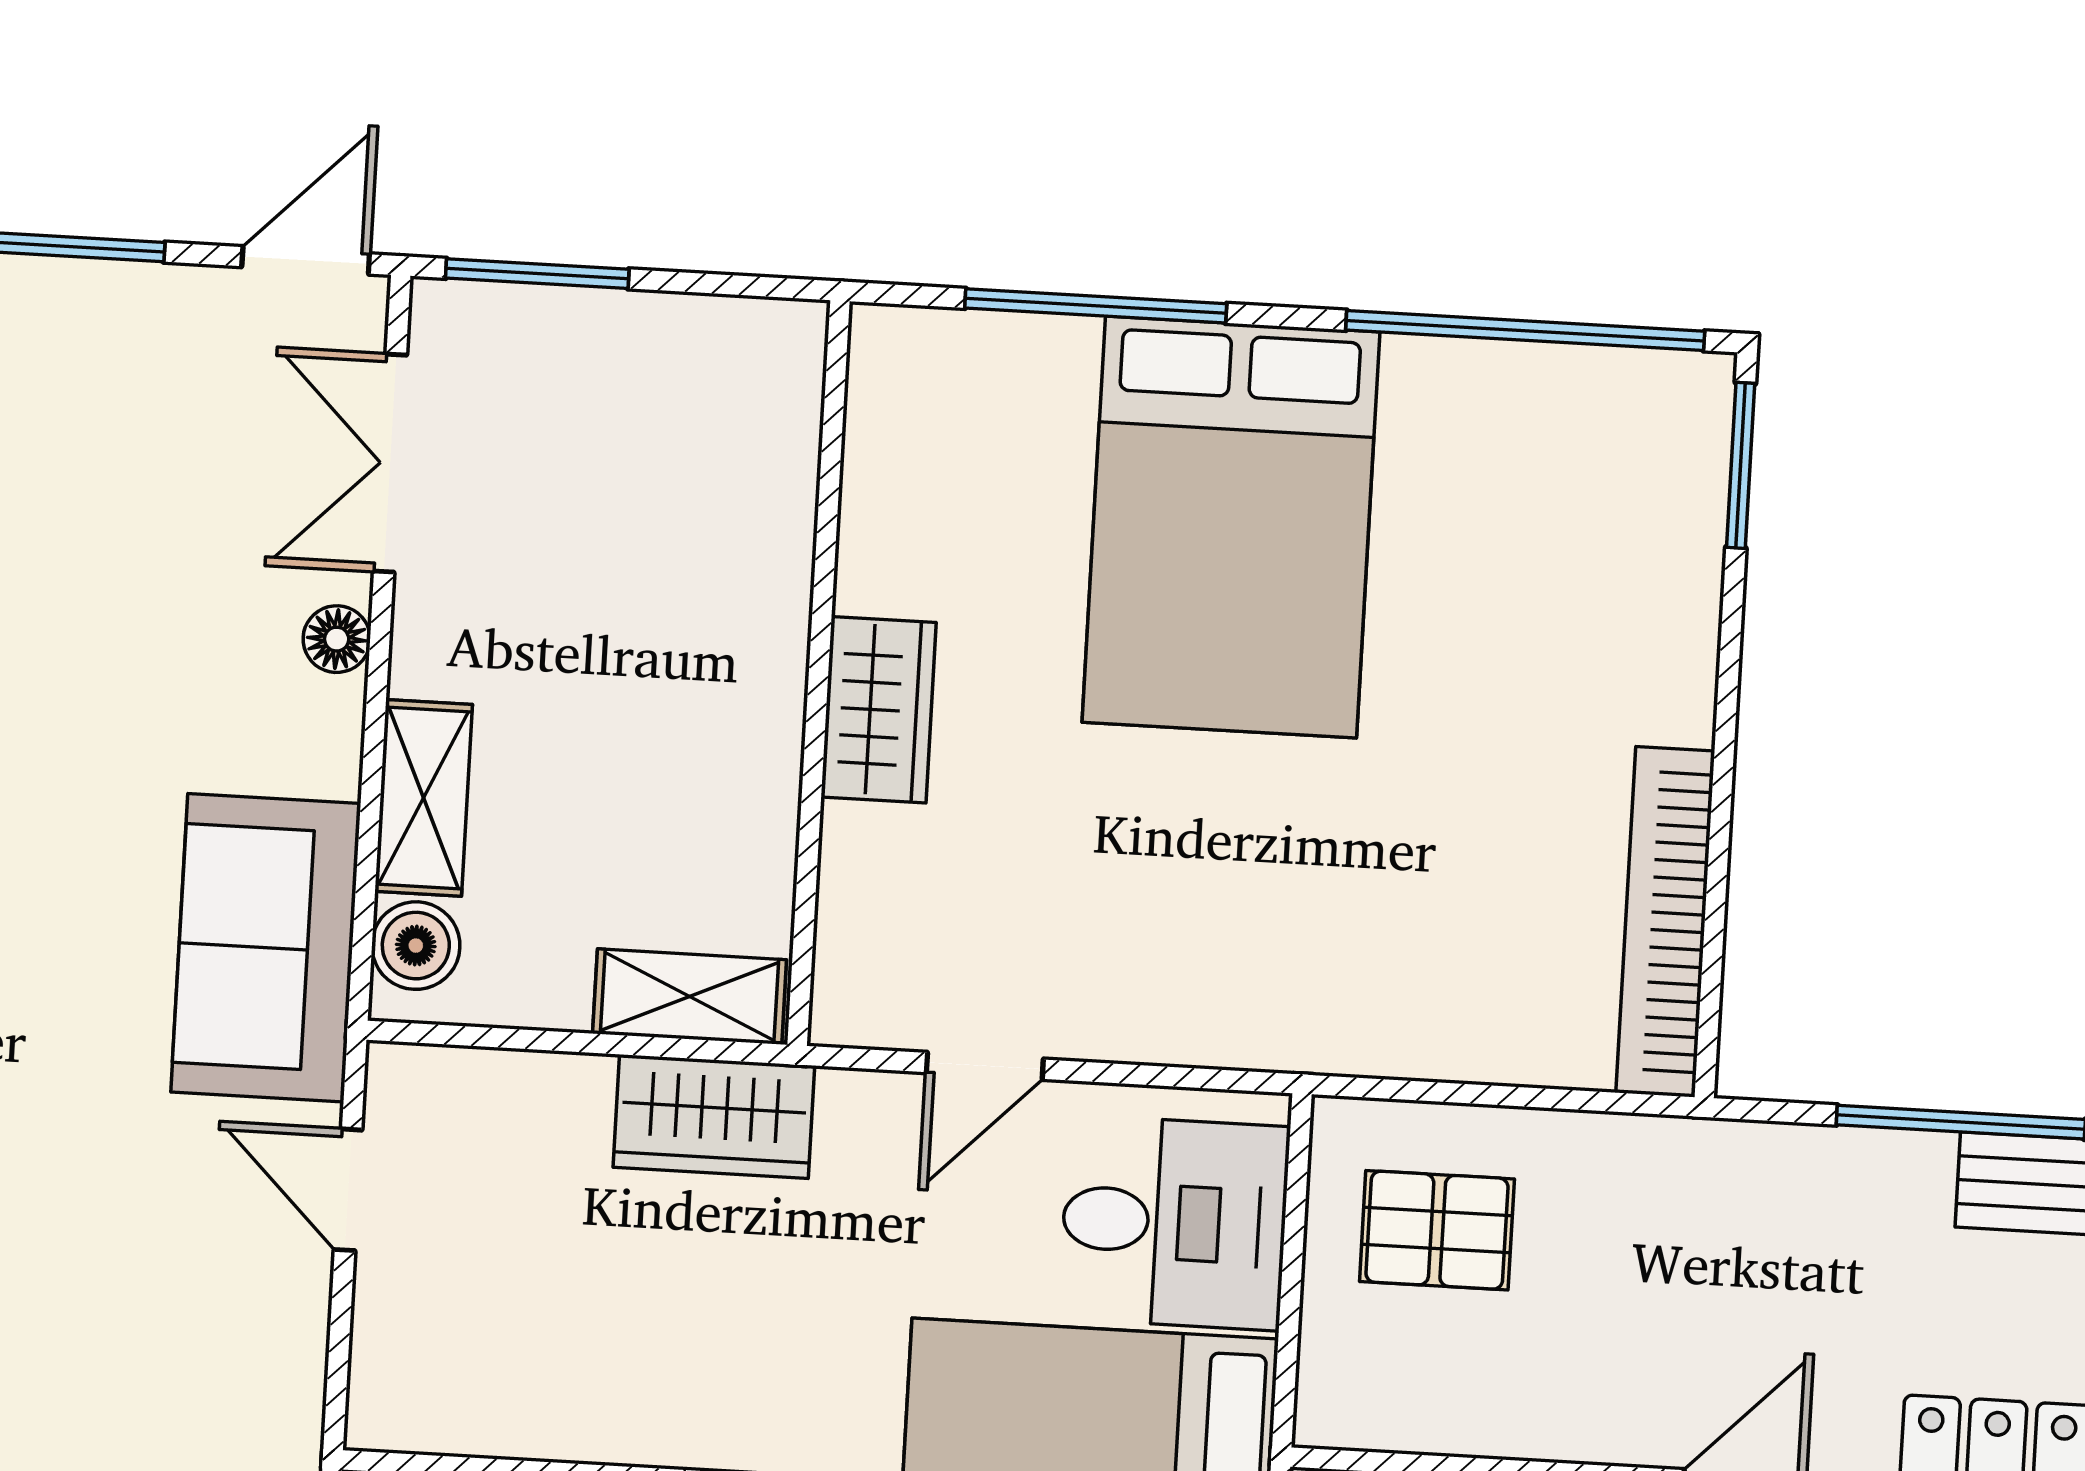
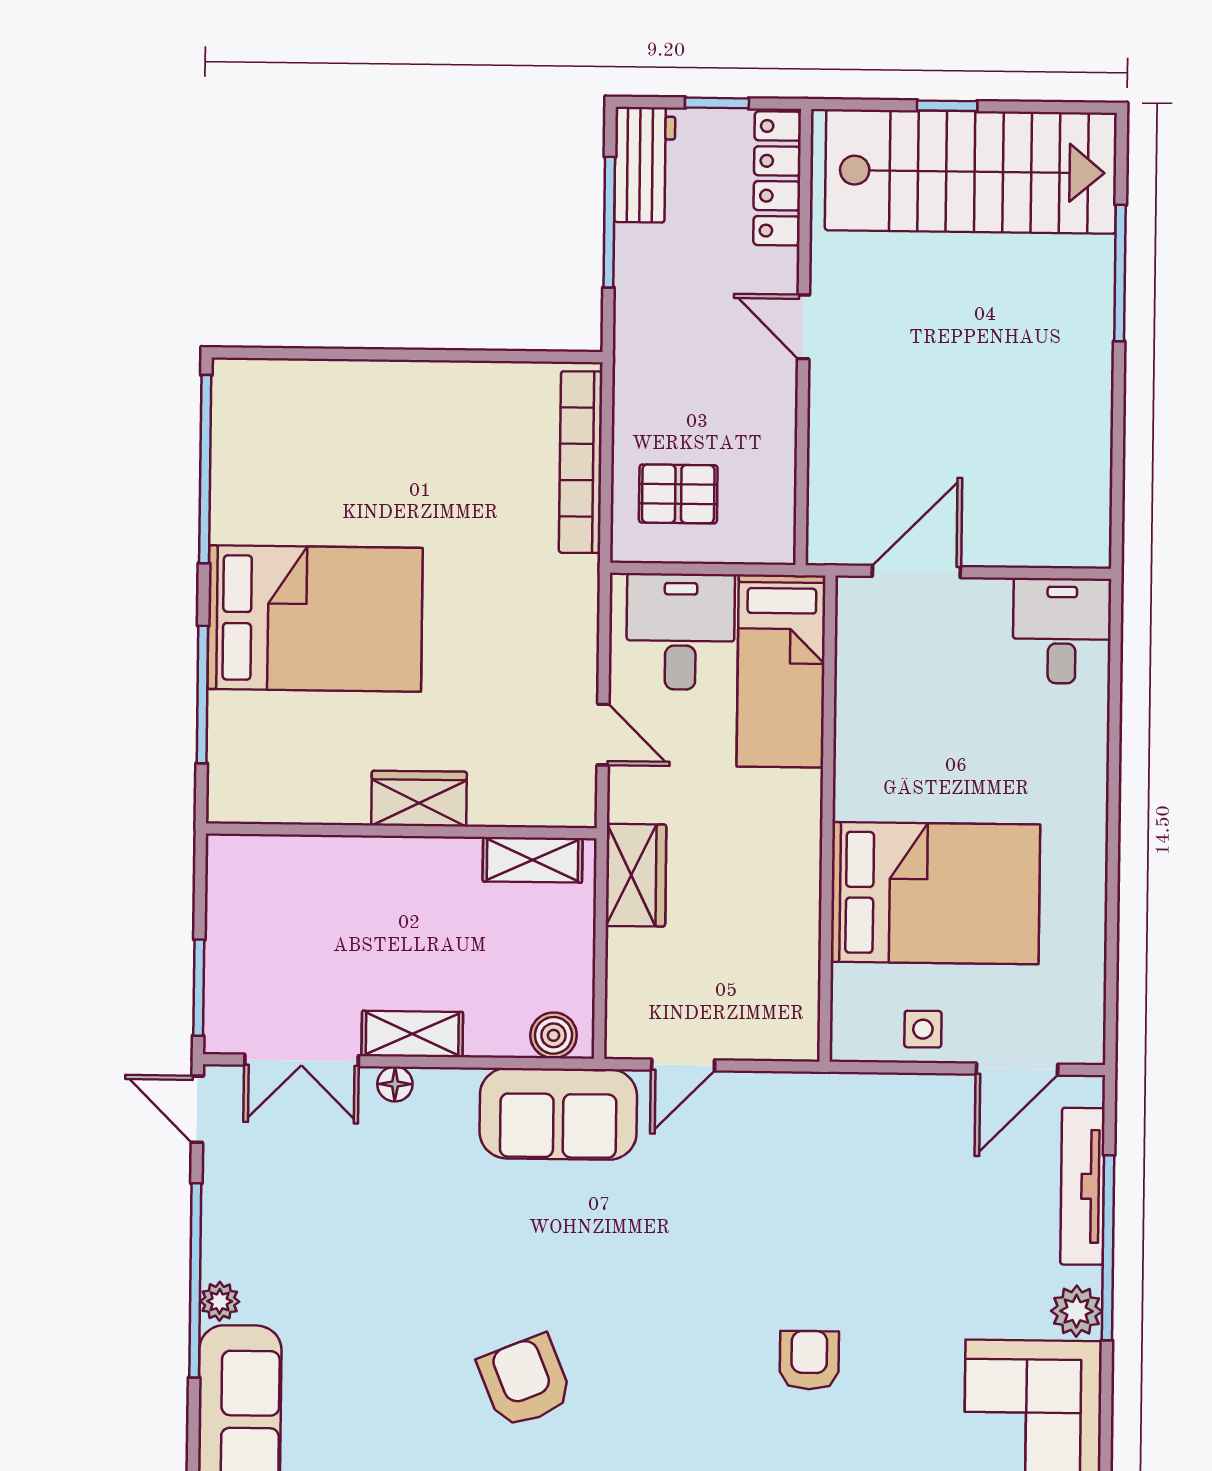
window: (1741, 465) -> (271, 353), removed
shelving: (424, 798) -> (412, 1034), moved
bookcase: (1665, 922) -> (581, 462), moved, turned 90
shelving: (690, 997) -> (533, 860), moved, turned 90
pallet: (1437, 1230) -> (678, 494), turned 90

